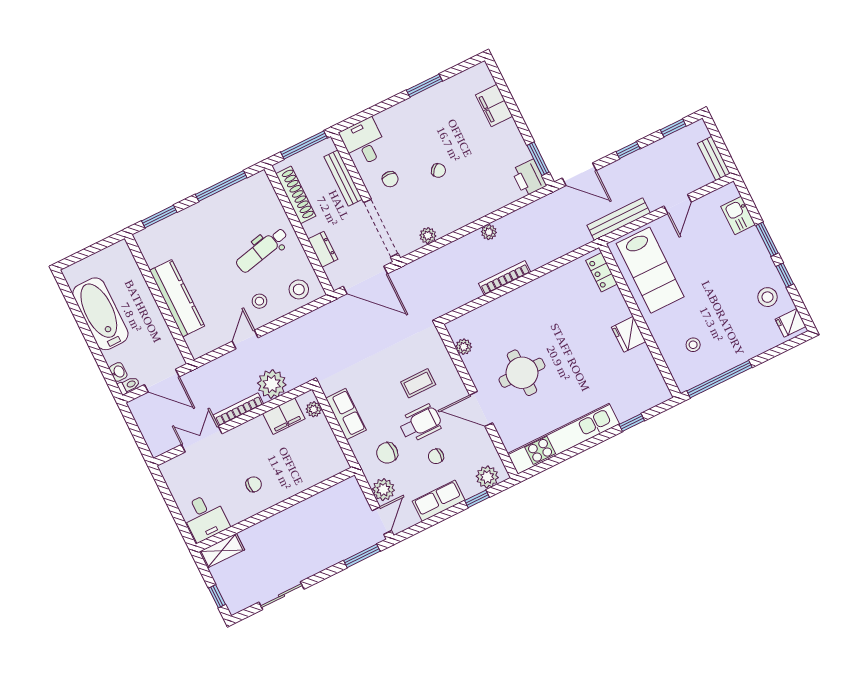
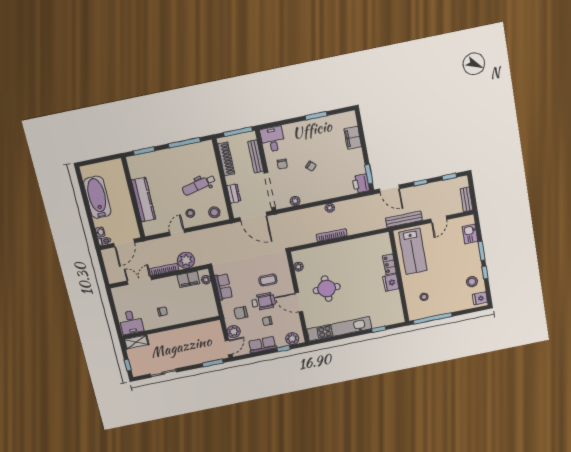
locker: (602, 272) -> (389, 264), moved
door: (162, 381) -> (124, 243), hinge flipped

